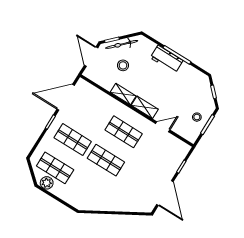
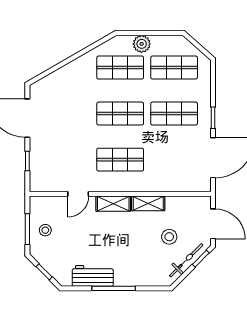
workbench: (167, 59) -> (93, 276), moved
plant: (47, 183) -> (142, 44), moved
shop shelf: (88, 189) -> (120, 68), added

